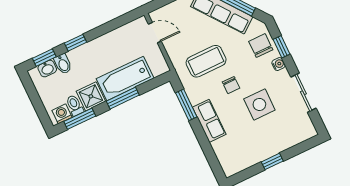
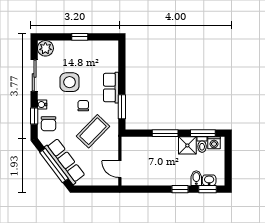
coffee table: (206, 61) -> (93, 131), turned -46
bathtub: (125, 78) -> (157, 146), removed
plant: (305, 130) -> (45, 48), added

